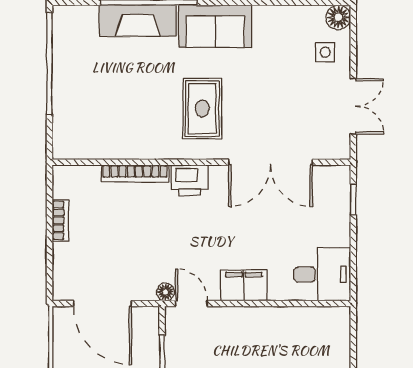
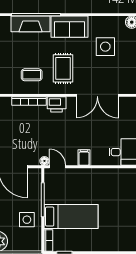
side table: (325, 52) -> (105, 47), moved, width x1.87, depth x1.87
coffee table: (140, 121) -> (32, 75), added
filing cabinet: (244, 285) -> (84, 158), width x0.50

